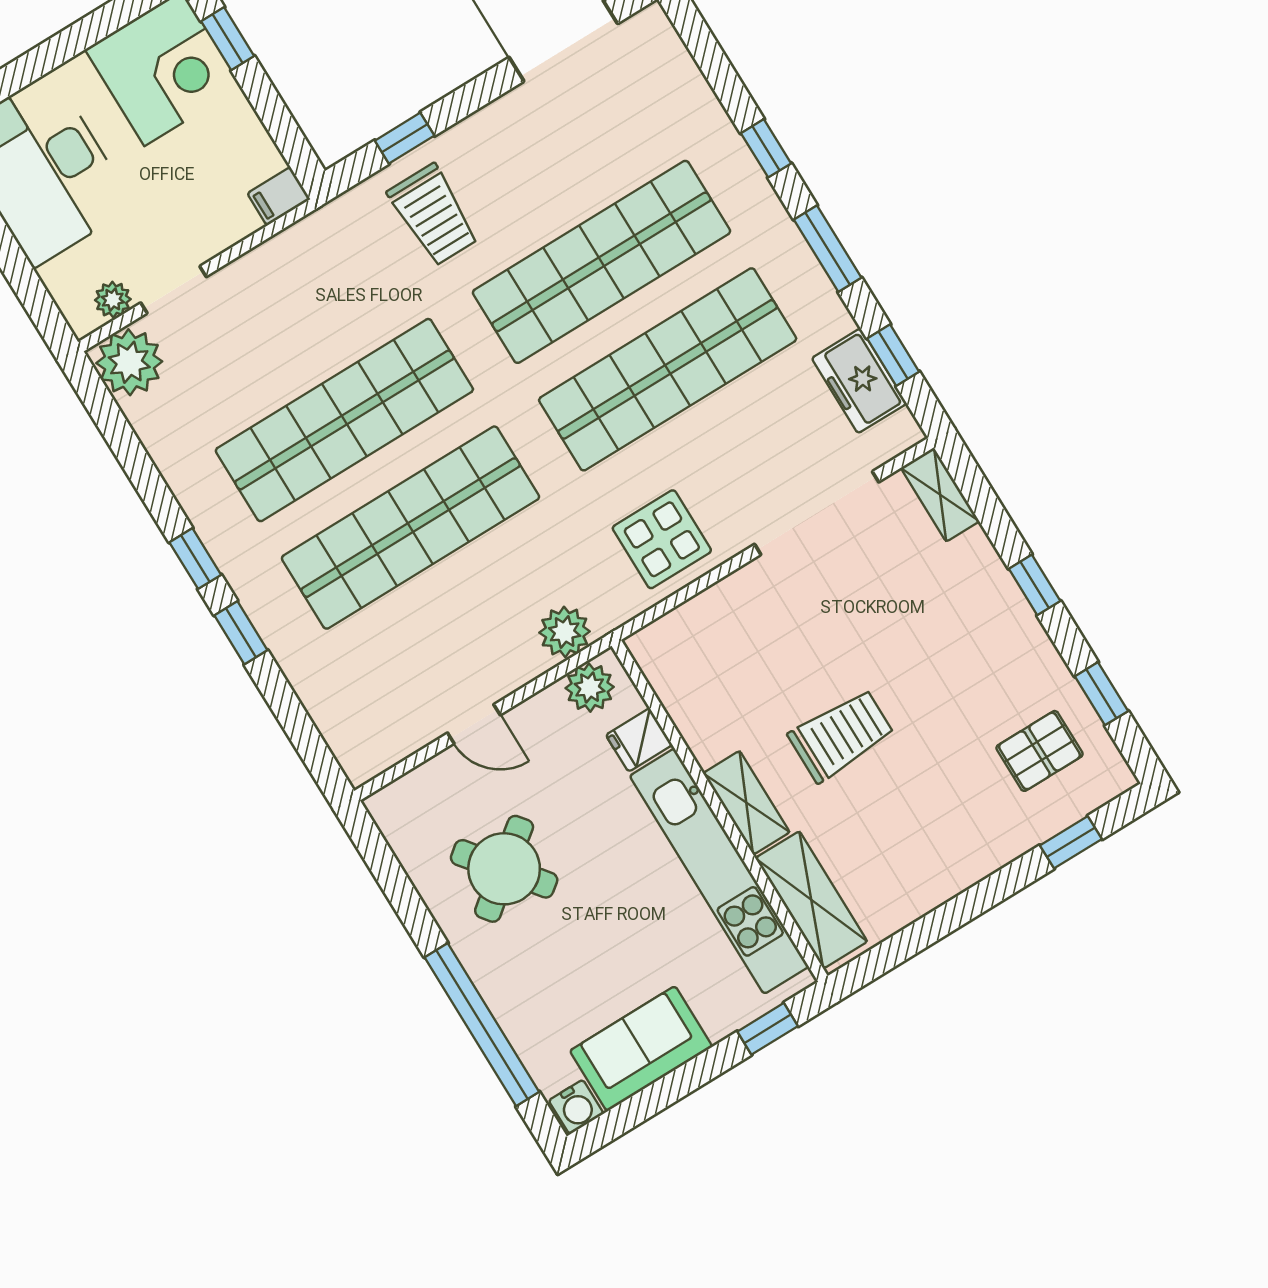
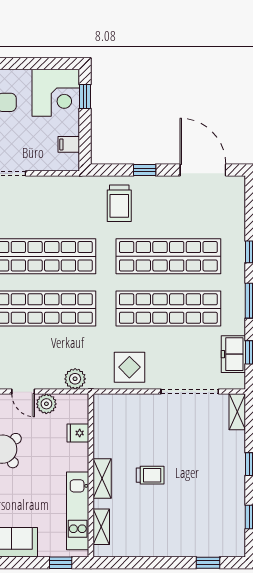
window: (405, 138) -> (145, 170), moved
filing cabinet: (279, 196) -> (69, 144), moved
plant: (590, 688) -> (46, 404), moved
trolley: (841, 735) -> (150, 475), width x0.73, depth x0.72
pallet: (1040, 751) -> (217, 524), removed
kitchen unit: (719, 871) -> (78, 511), width x0.73
shelving: (811, 900) -> (101, 527), width x0.67, depth x0.75

